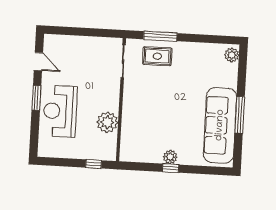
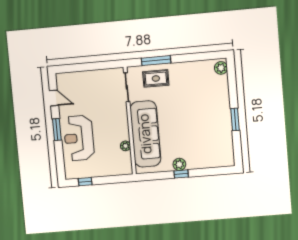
window: (240, 115) -> (235, 119), width x0.69
plant: (107, 122) -> (126, 146), width x0.53, depth x0.53
sofa: (220, 125) -> (145, 134), moved, turned 180
window: (94, 164) -> (85, 182), moved

